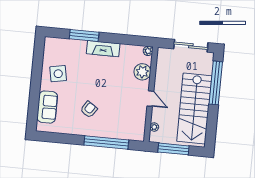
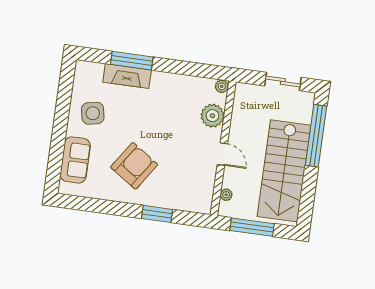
sliding door: (191, 46) -> (283, 82), width x0.73
fireplace: (103, 49) -> (127, 76), moved
armchair: (89, 109) -> (134, 166), width x1.88, depth x1.88
window: (106, 142) -> (157, 214), width x0.47

